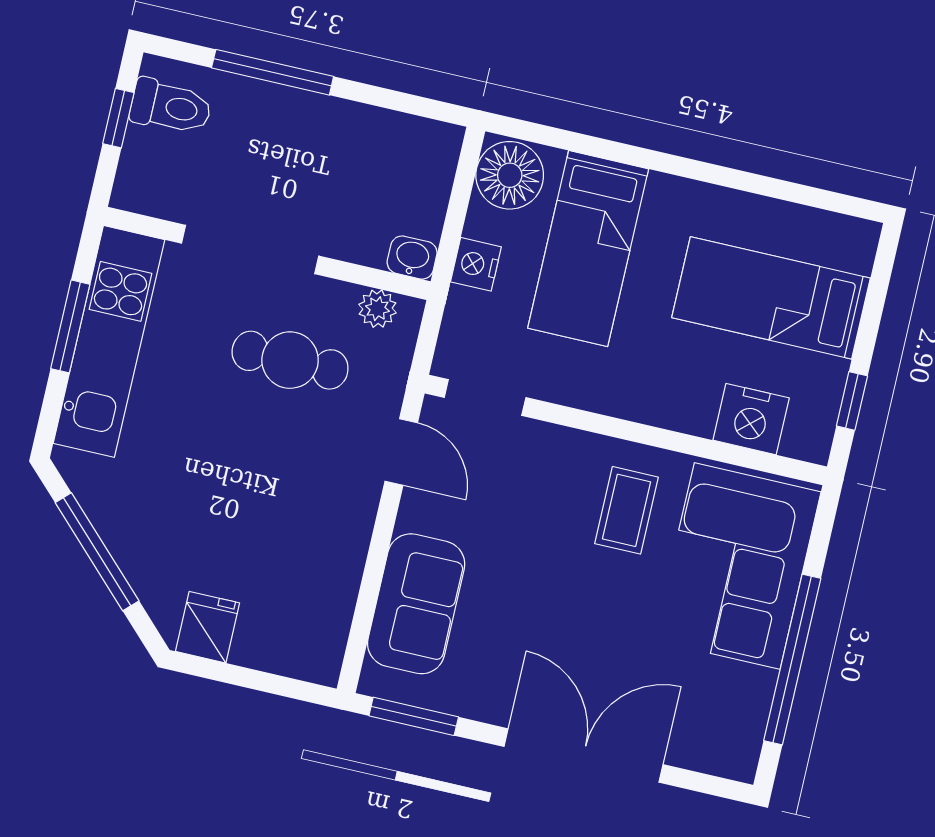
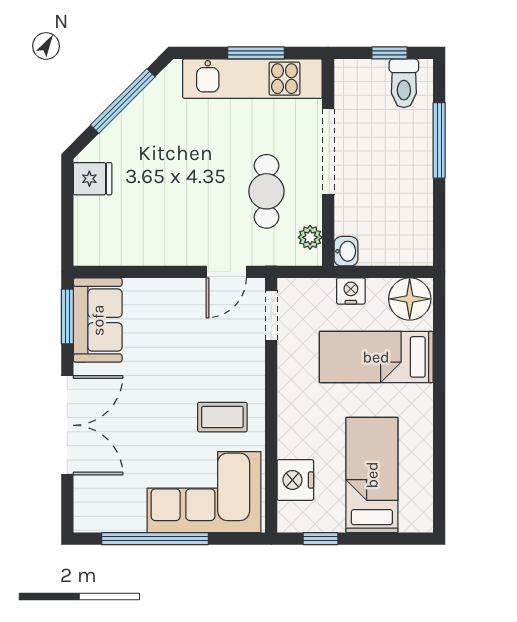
sofa: (416, 604) -> (98, 320), moved, turned -90

